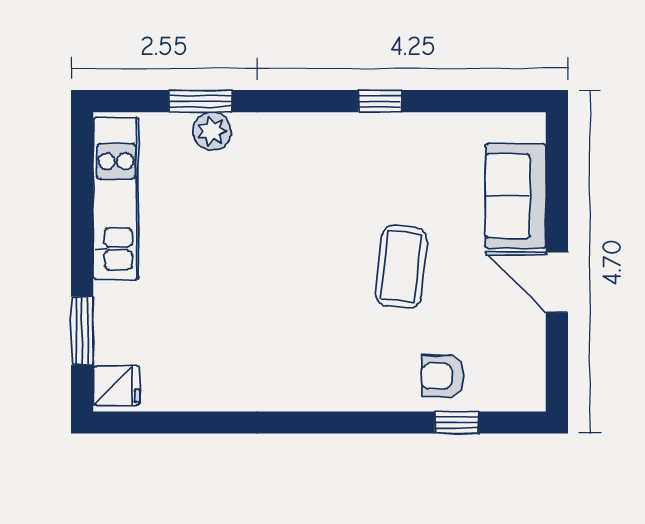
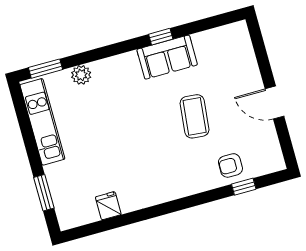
window: (200, 101) -> (46, 69), moved
sofa: (516, 196) -> (167, 57), moved, turned -90
fridge: (117, 386) -> (108, 206), moved, turned -90

